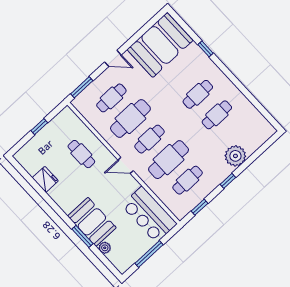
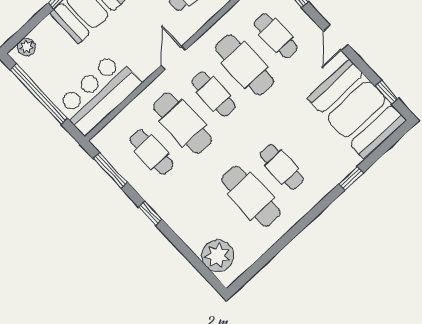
window: (149, 25) -> (387, 92), added
cafe table: (217, 115) -> (251, 196), width x1.37, depth x1.35
plant: (235, 156) -> (218, 256), moved
window: (199, 207) -> (110, 170), width x1.50
plant: (105, 248) -> (26, 47), moved
window: (149, 254) -> (39, 94), width x1.46

